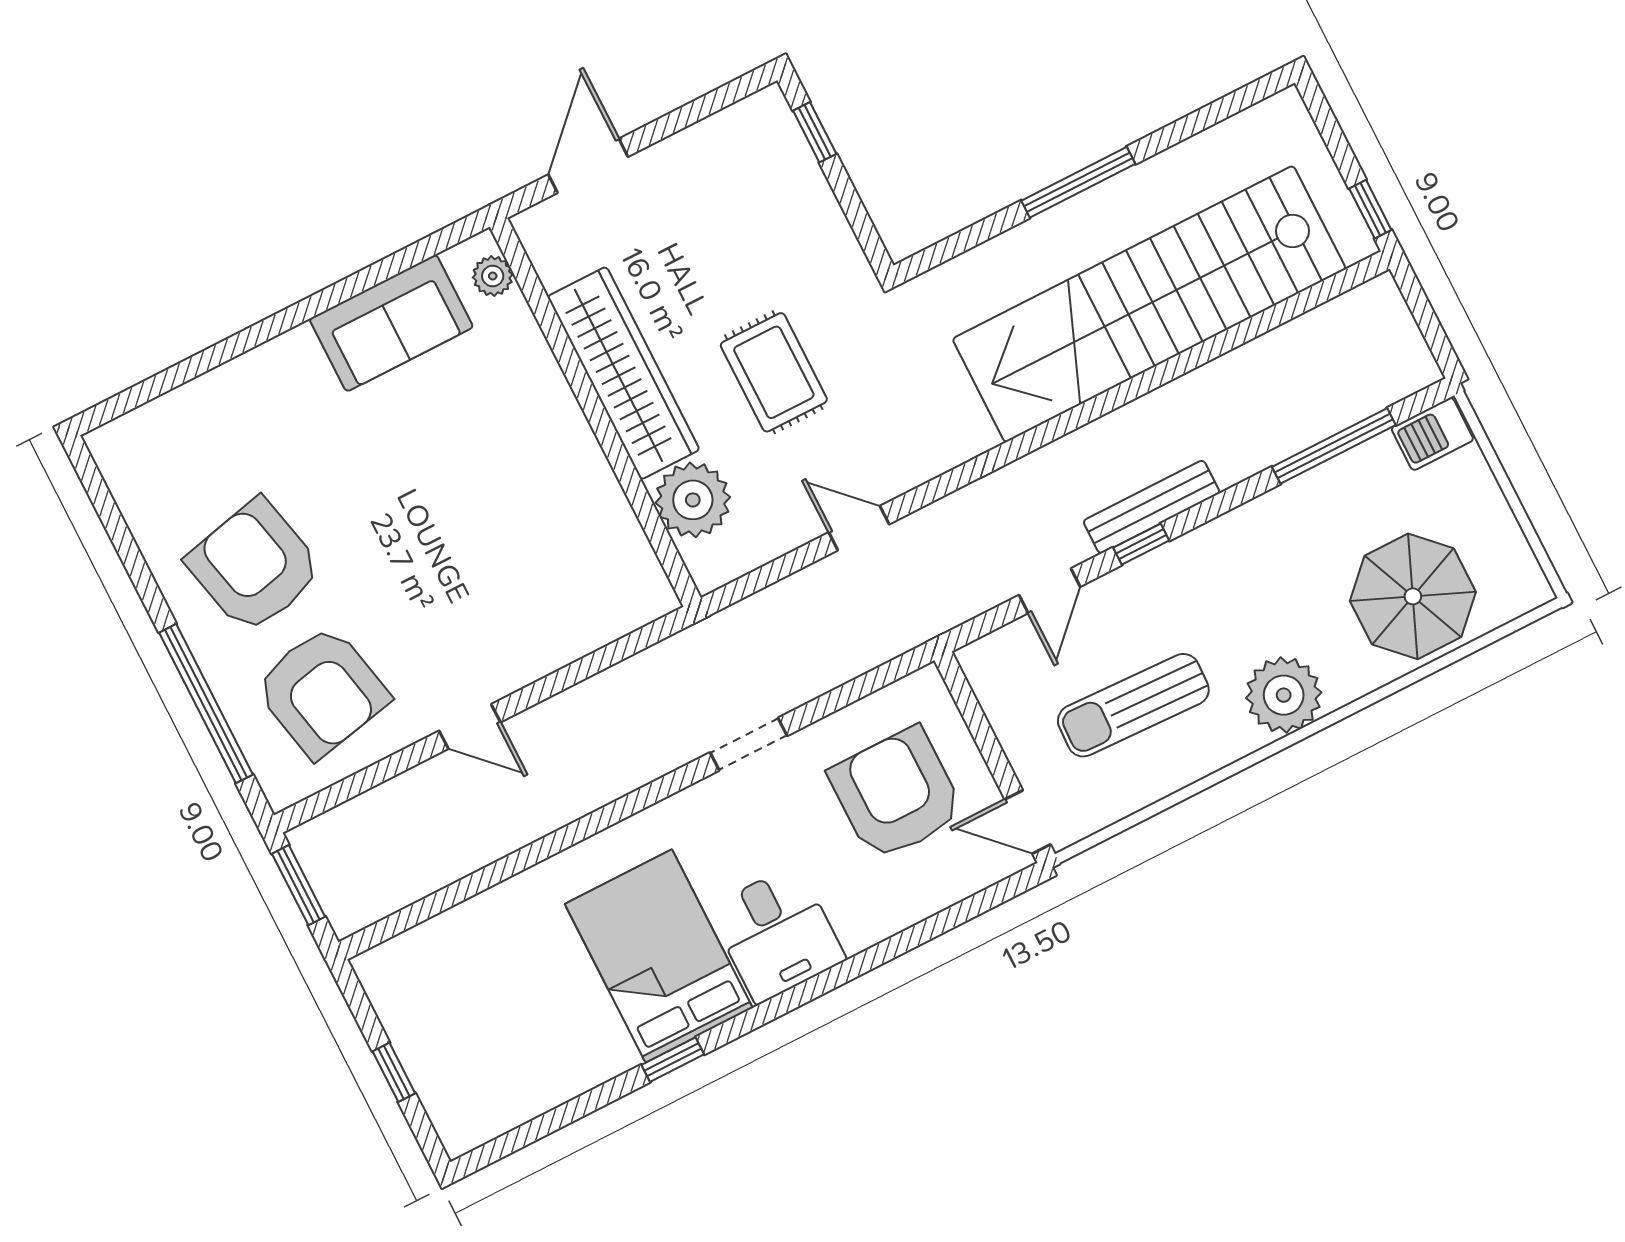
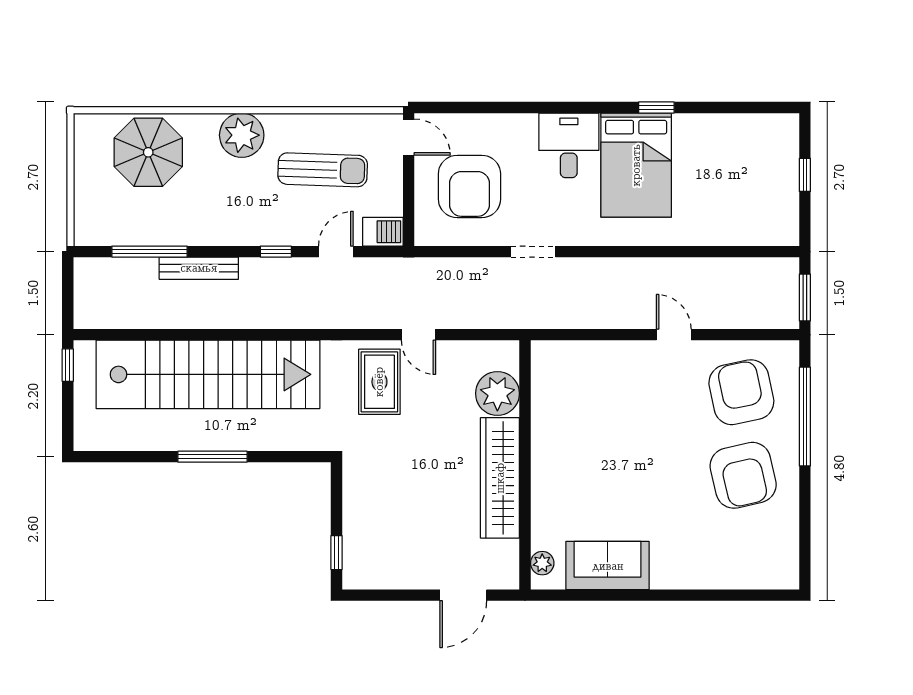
rug: (774, 372) -> (379, 382), moved
barbecue: (1432, 434) -> (383, 232), moved
bench: (1152, 507) -> (199, 268), moved

